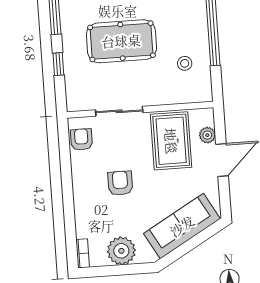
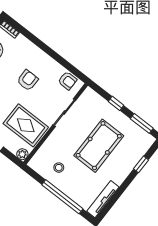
plant: (207, 135) -> (22, 154), moved
armchair: (120, 183) -> (28, 80), turned -90

